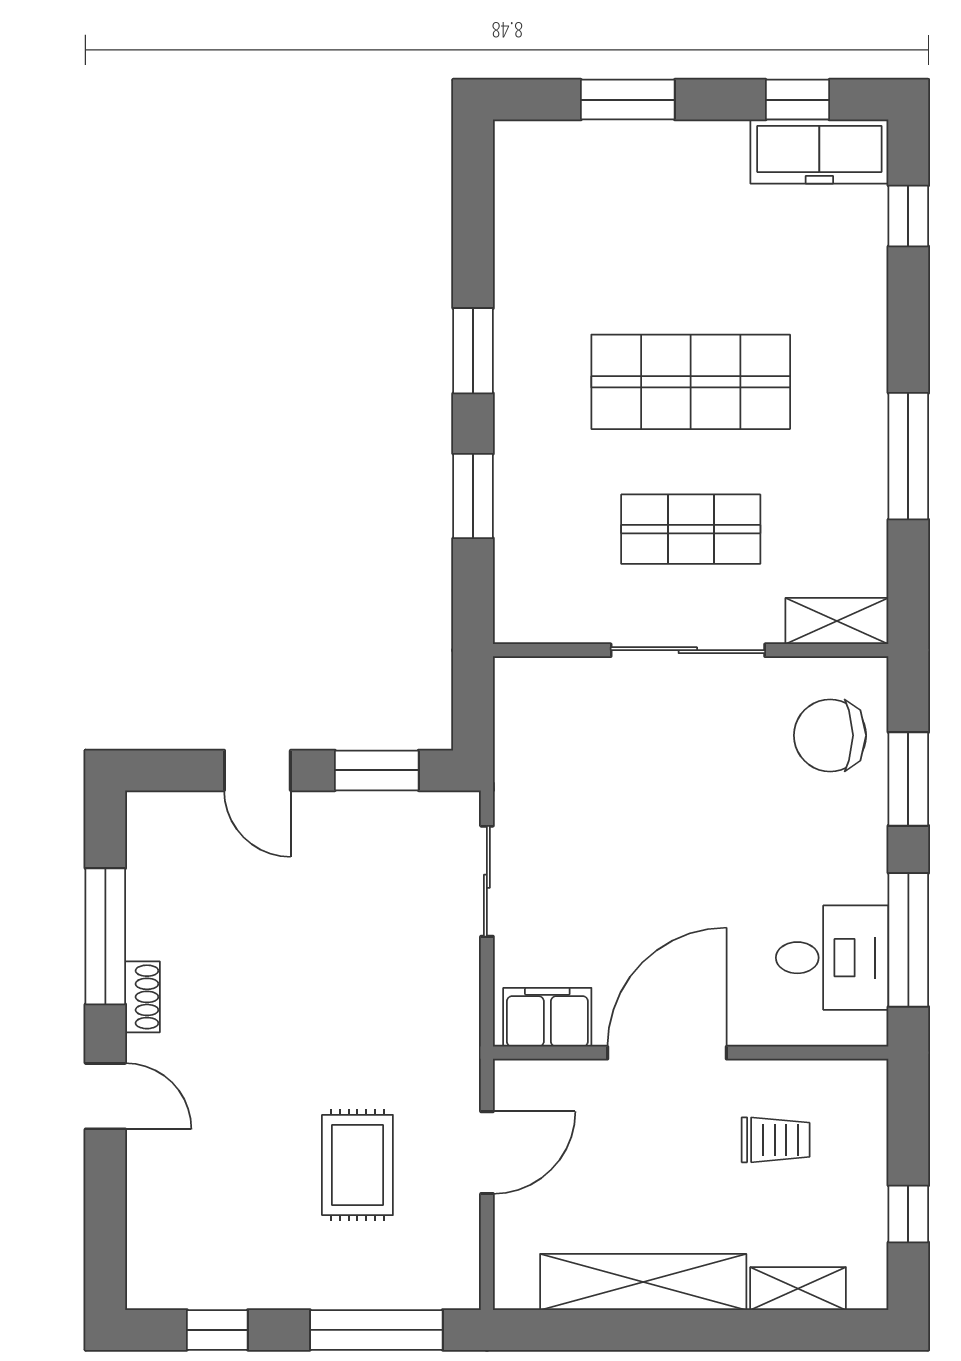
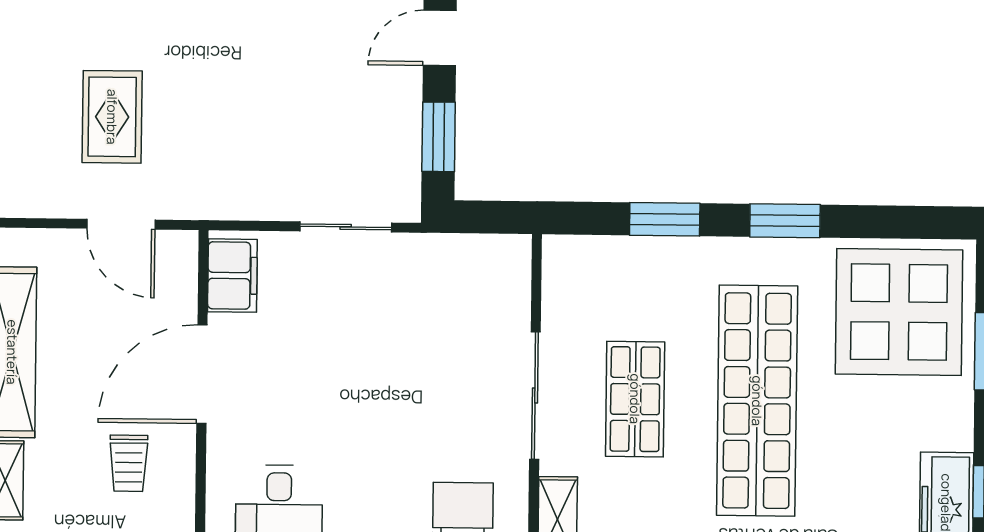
display table: (582, 212) -> (899, 312), added
shop shelf: (691, 382) -> (757, 401), width x1.40
door: (667, 1053) -> (202, 374), swing flipped
rug: (357, 1165) -> (112, 117), turned 90

